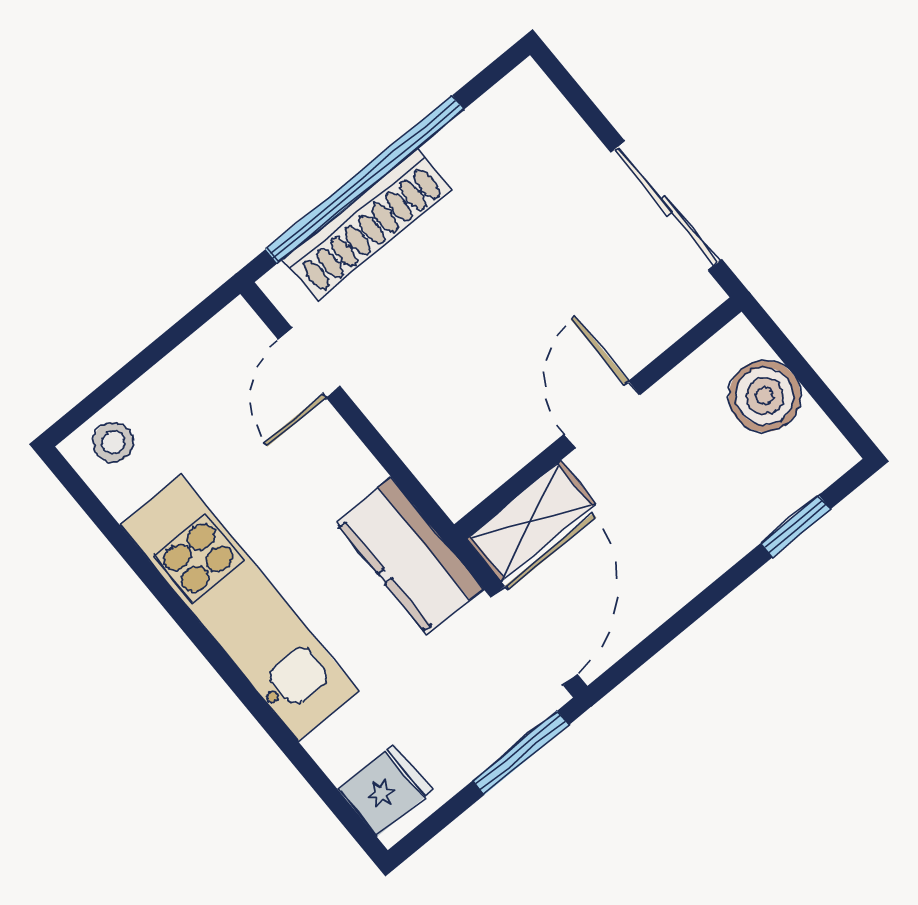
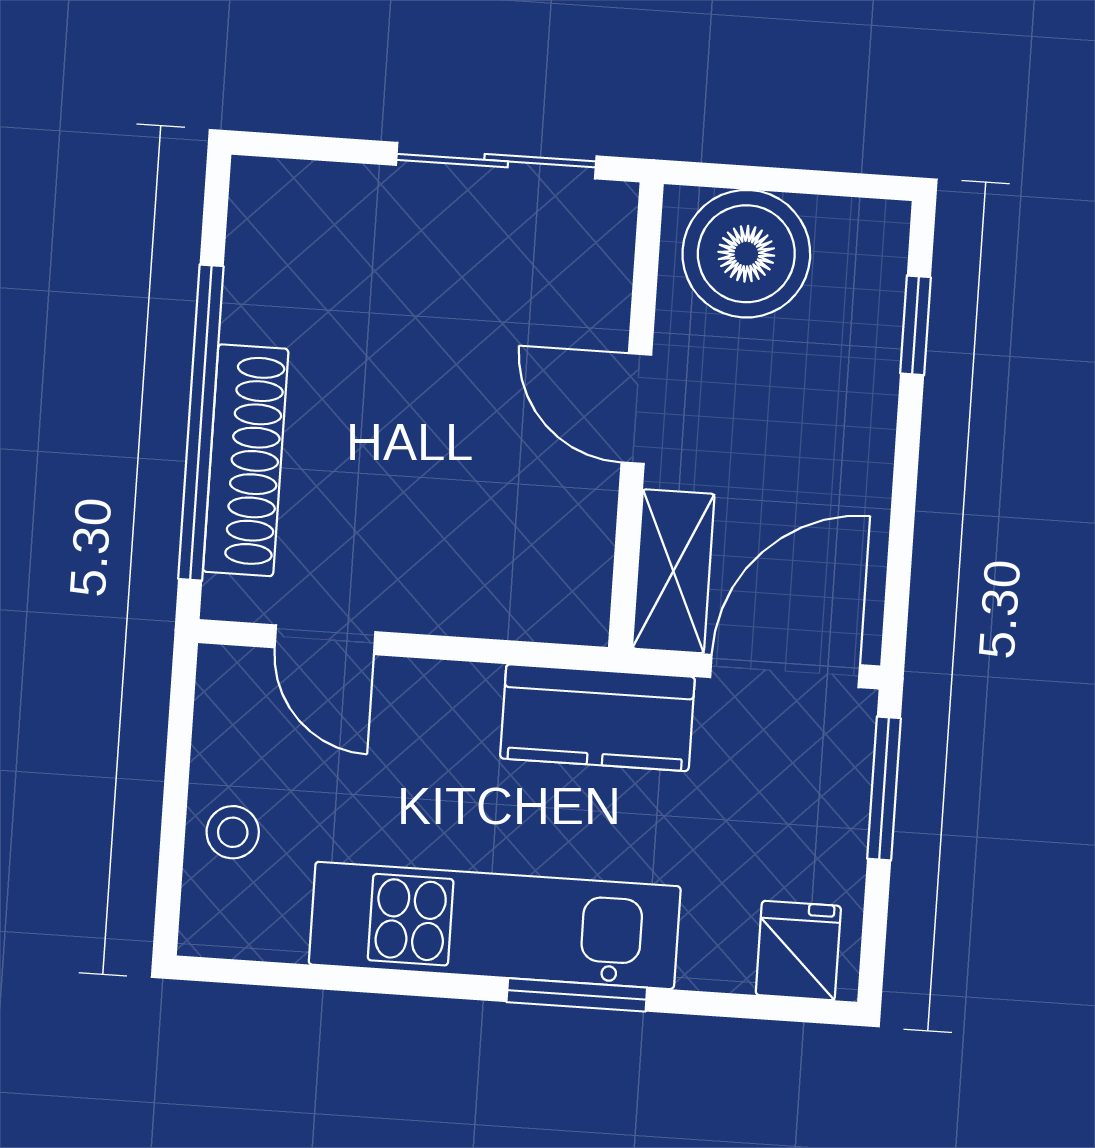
boiler: (765, 396) -> (746, 254), width x1.37, depth x1.37
stool: (113, 442) -> (233, 832), moved
door: (534, 636) -> (785, 671), hinge flipped
window: (244, 690) -> (577, 995), added

